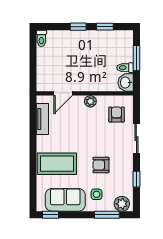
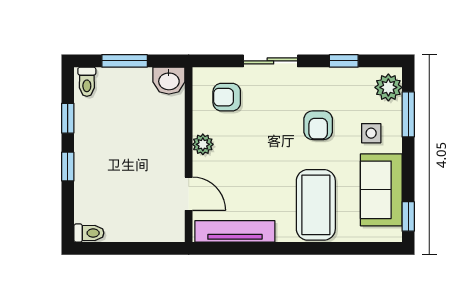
toilet: (125, 68) -> (87, 82), moved
tv unit: (42, 119) -> (235, 231), width x1.41

